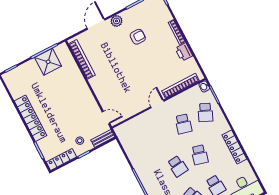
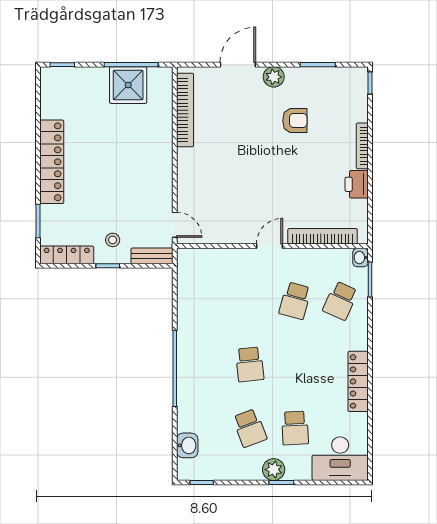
school desk: (200, 155) -> (295, 364), removed

